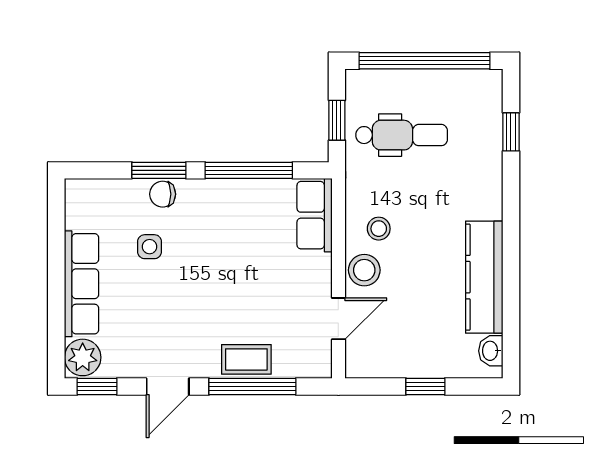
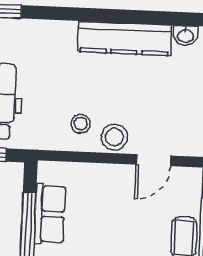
row of seats: (314, 215) -> (50, 214), moved, turned -90
door: (338, 319) -> (153, 160), swing flipped

